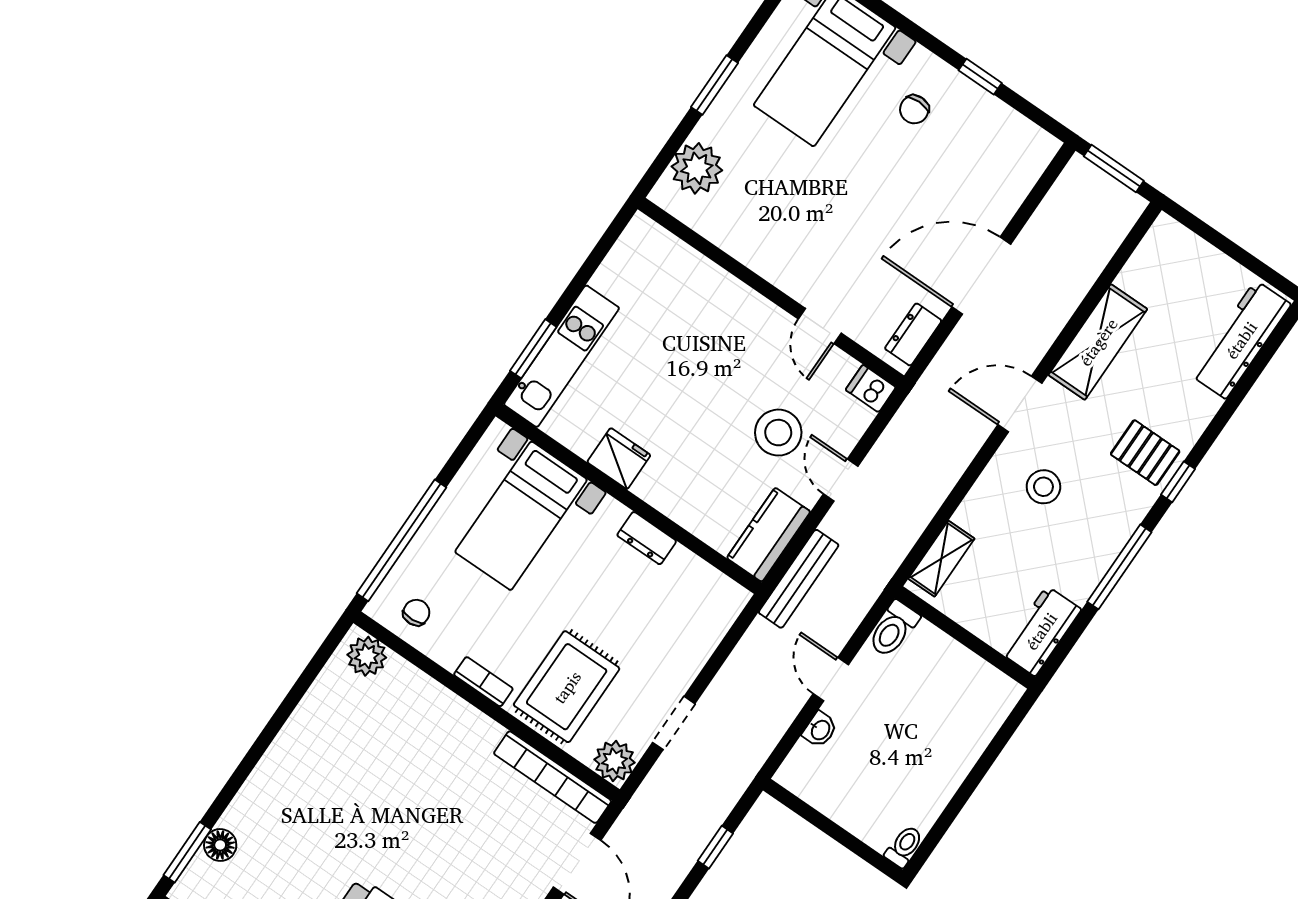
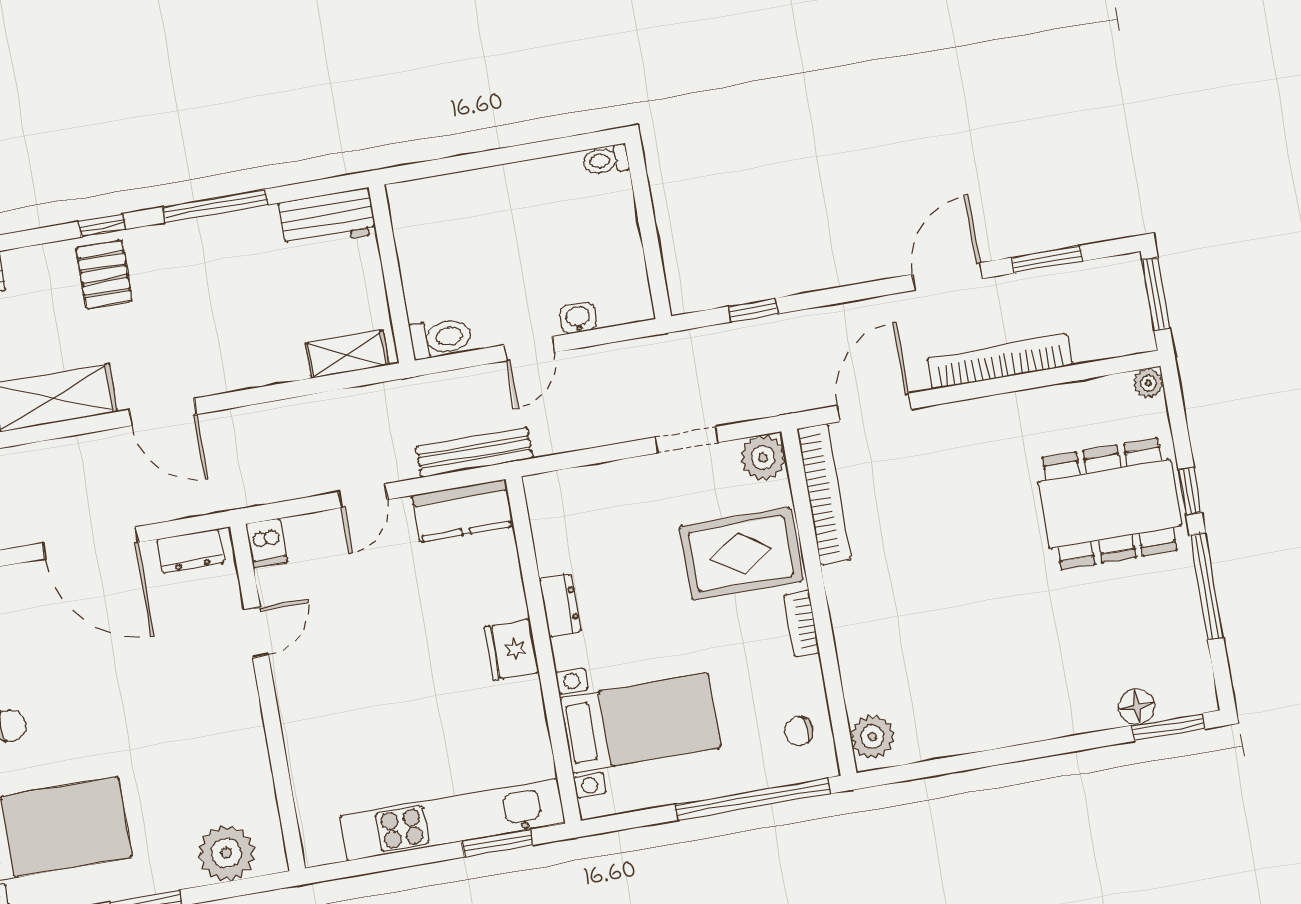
kitchen unit: (562, 356) -> (452, 820), width x1.36
stool: (778, 433) -> (374, 583), removed
fridge: (619, 459) -> (512, 650), moved
stool: (1043, 487) -> (210, 329), removed

